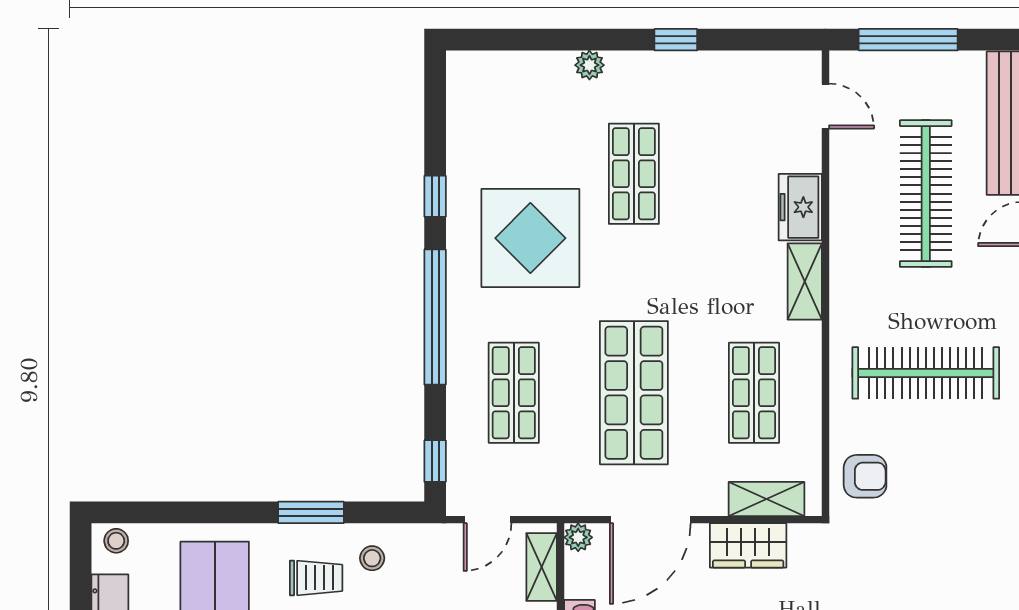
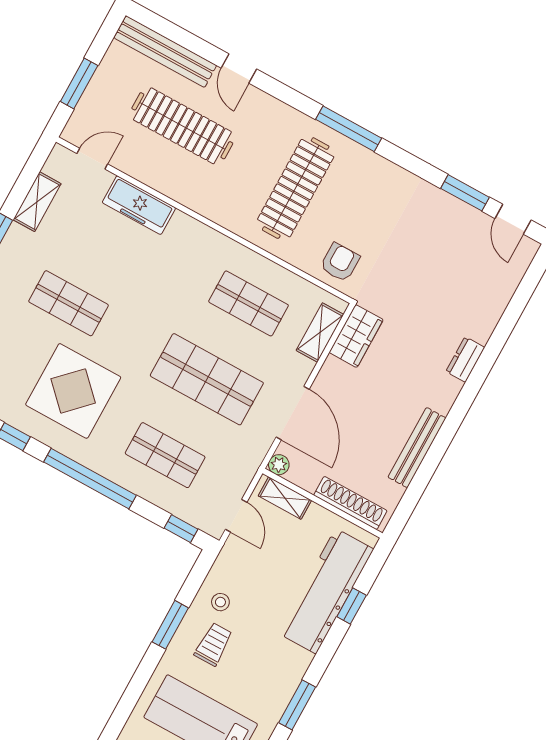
window: (908, 40) -> (79, 83), width x0.69
freezer: (800, 207) -> (139, 205), width x1.40
shelving: (805, 281) -> (37, 202), moved, turned 90
wardrobe: (748, 545) -> (356, 336), moved

